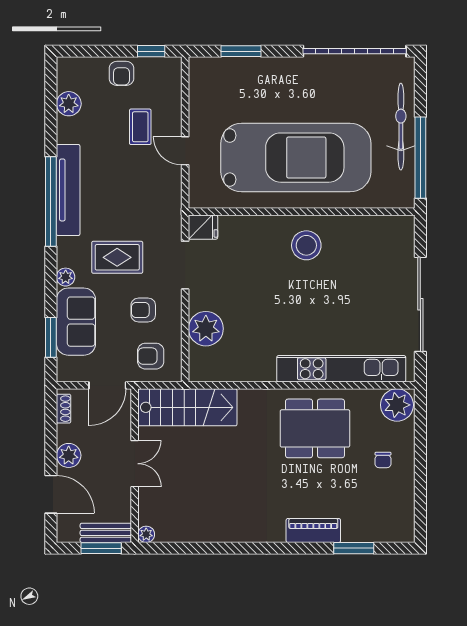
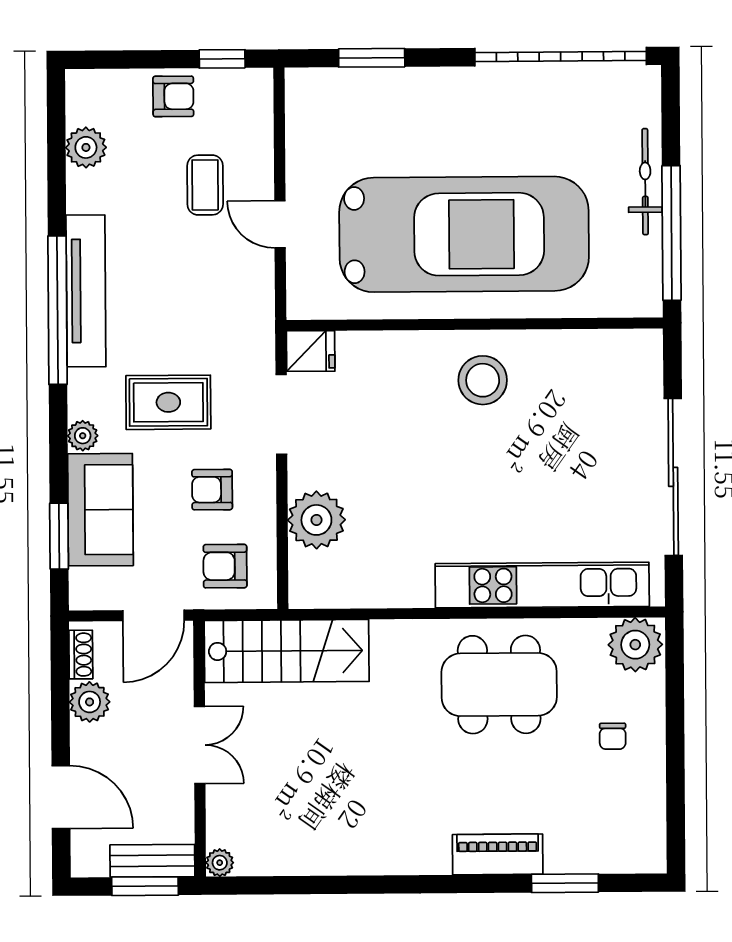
armchair: (121, 73) -> (173, 96), turned -90
bicycle: (401, 127) -> (645, 182), width x0.73, depth x0.71
plant: (69, 455) -> (90, 702), moved

